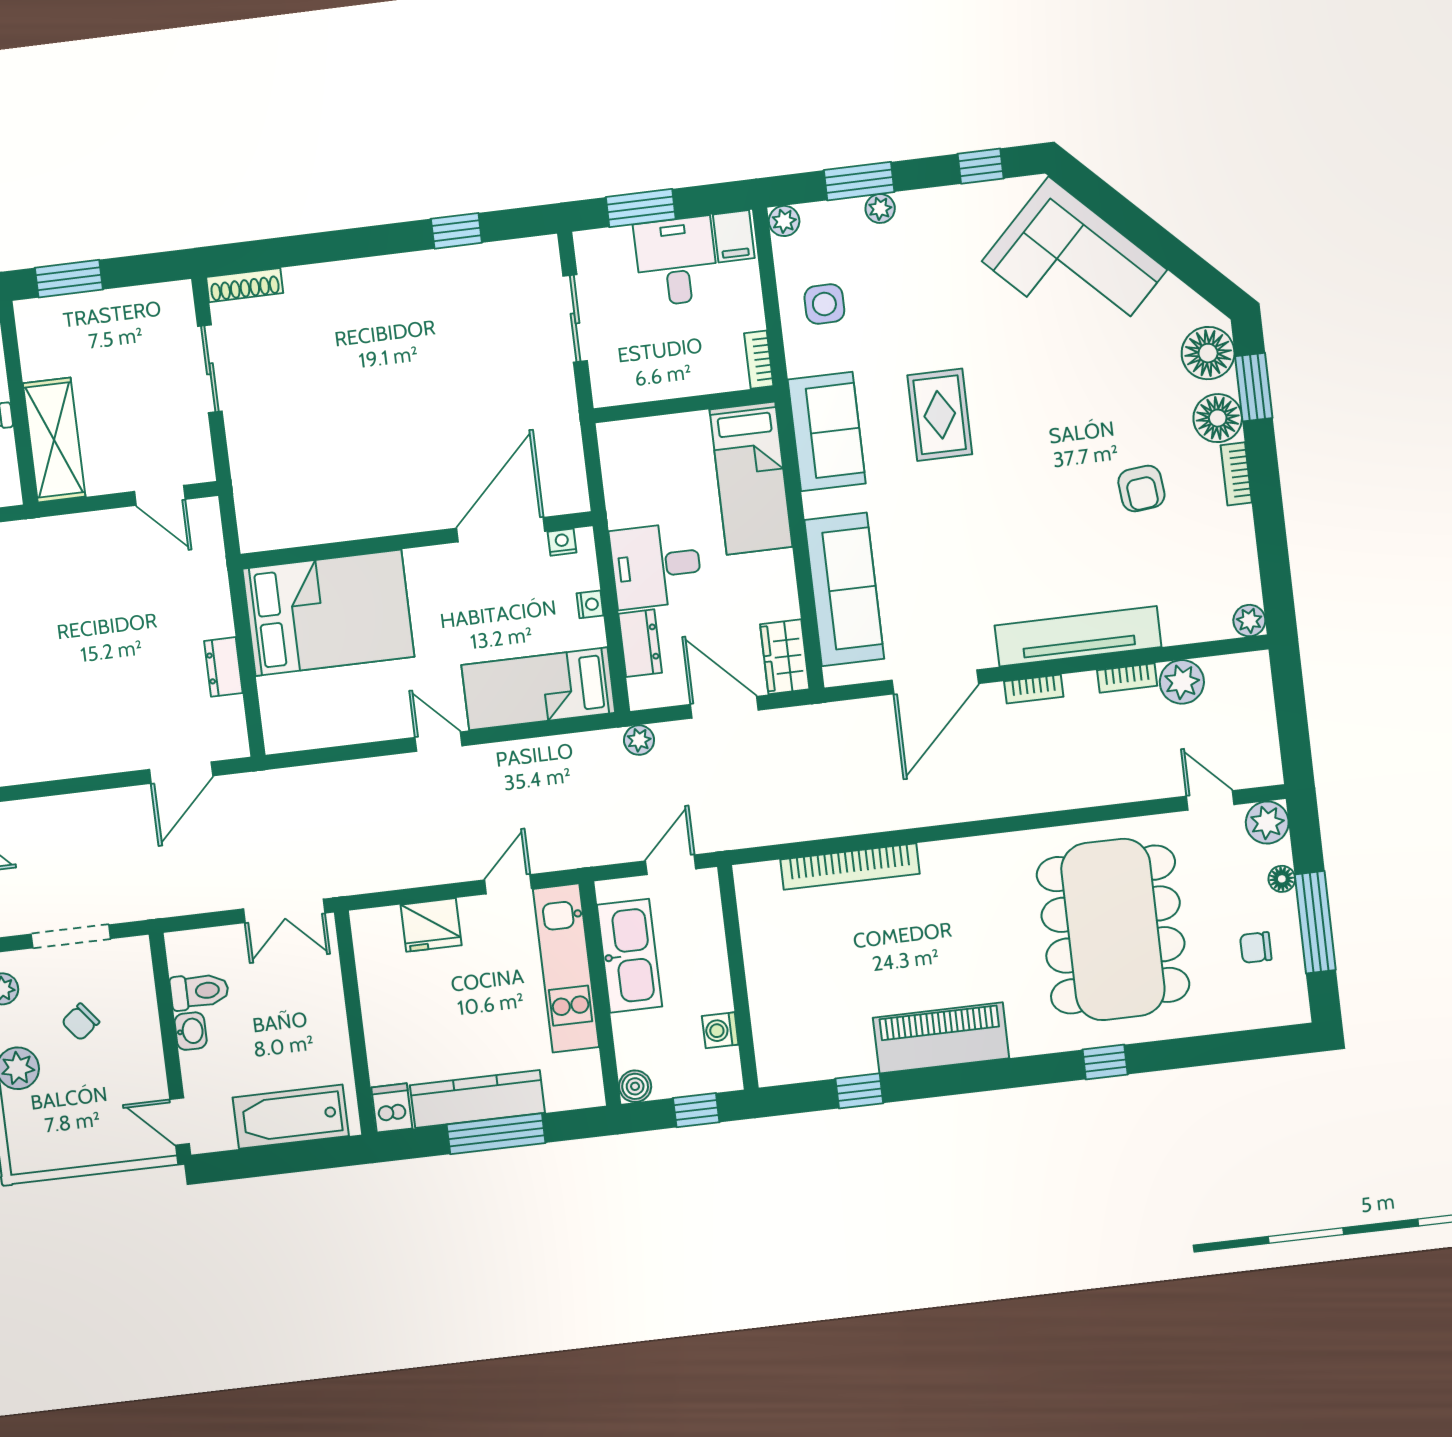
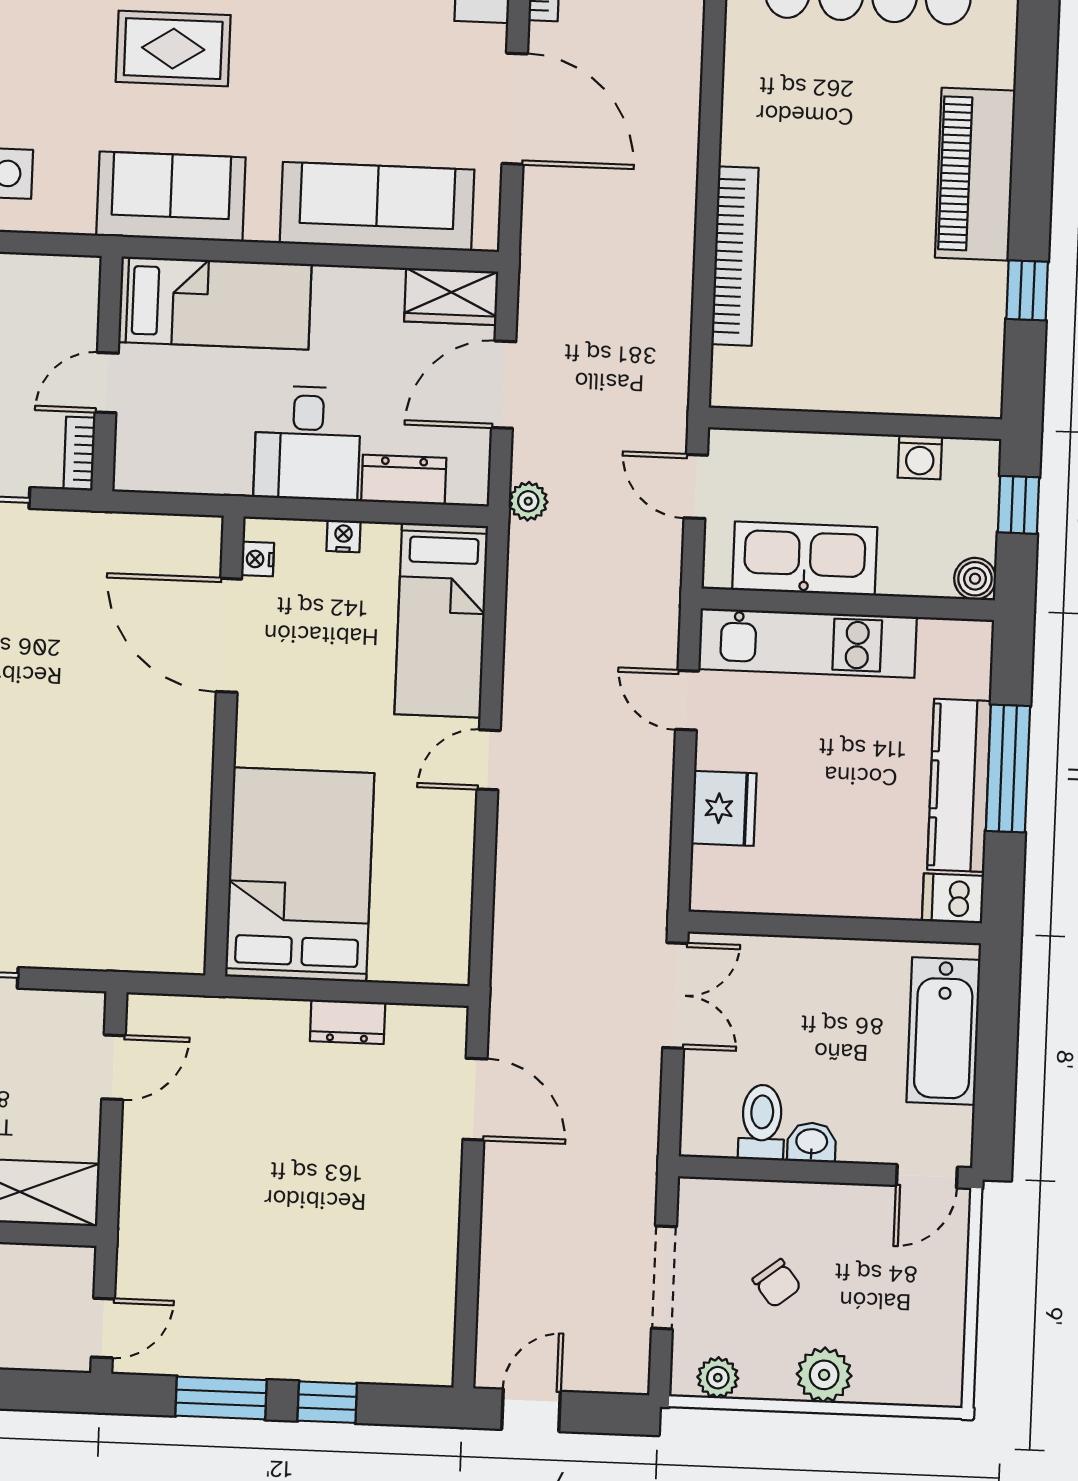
bookcase: (759, 360) -> (79, 454), moved, turned 90
door: (677, 406) -> (107, 383), added

